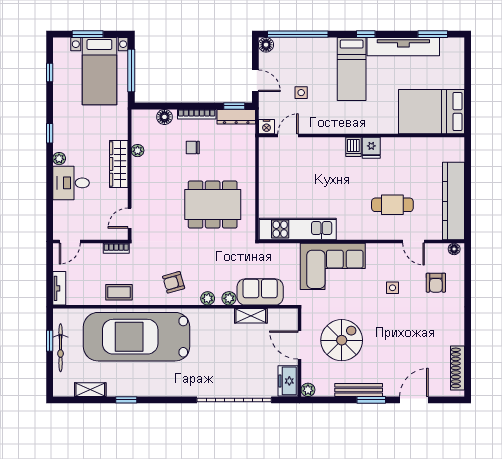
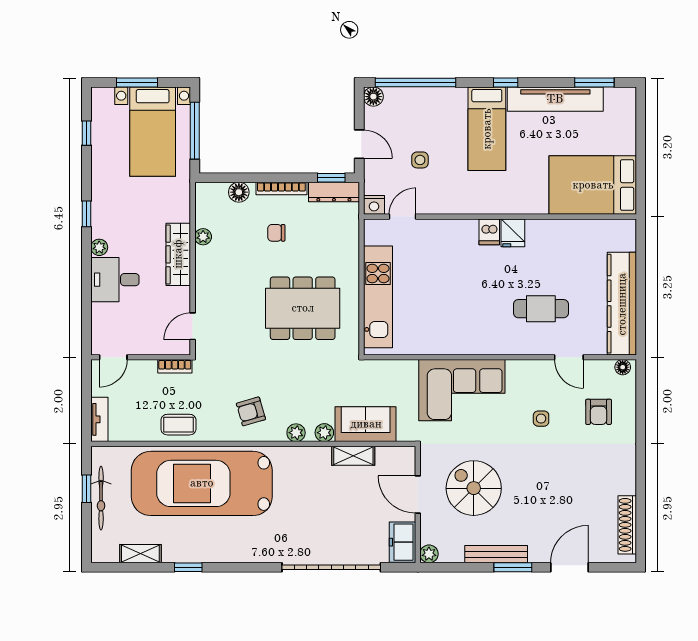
kitchen unit: (298, 229) -> (378, 297), moved, turned 90
spiral stairs: (342, 340) -> (474, 488), turned -90

